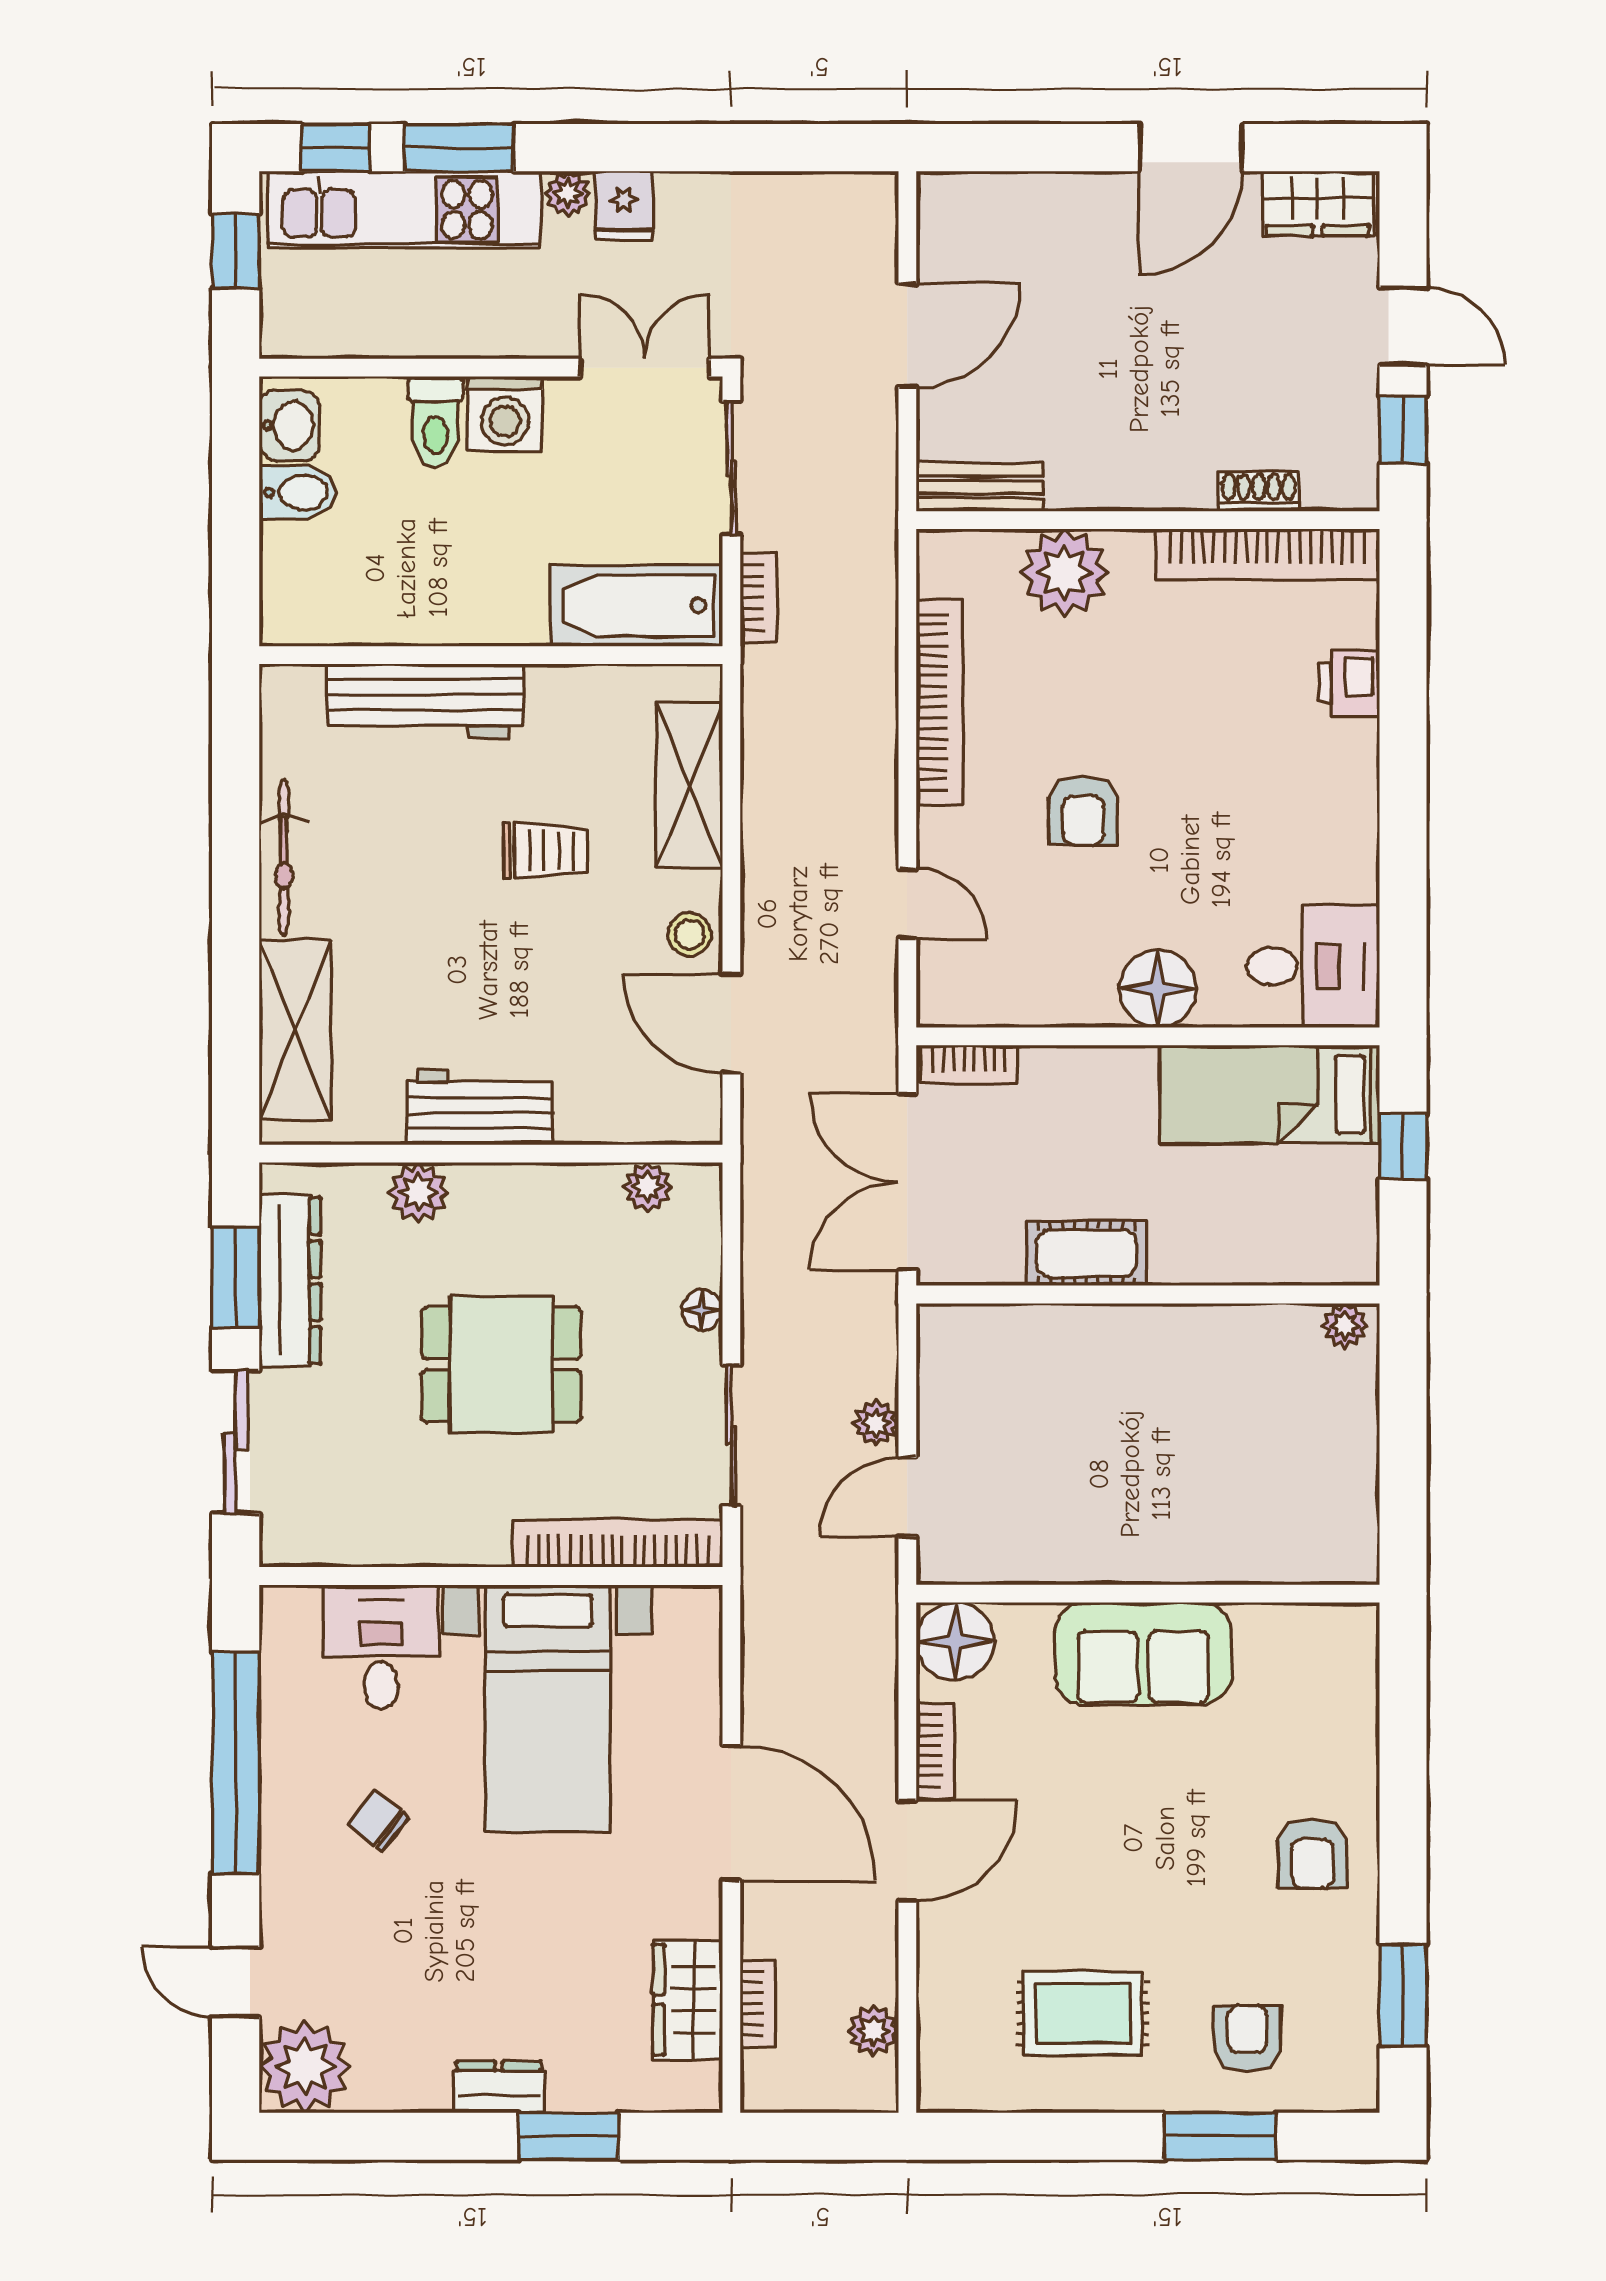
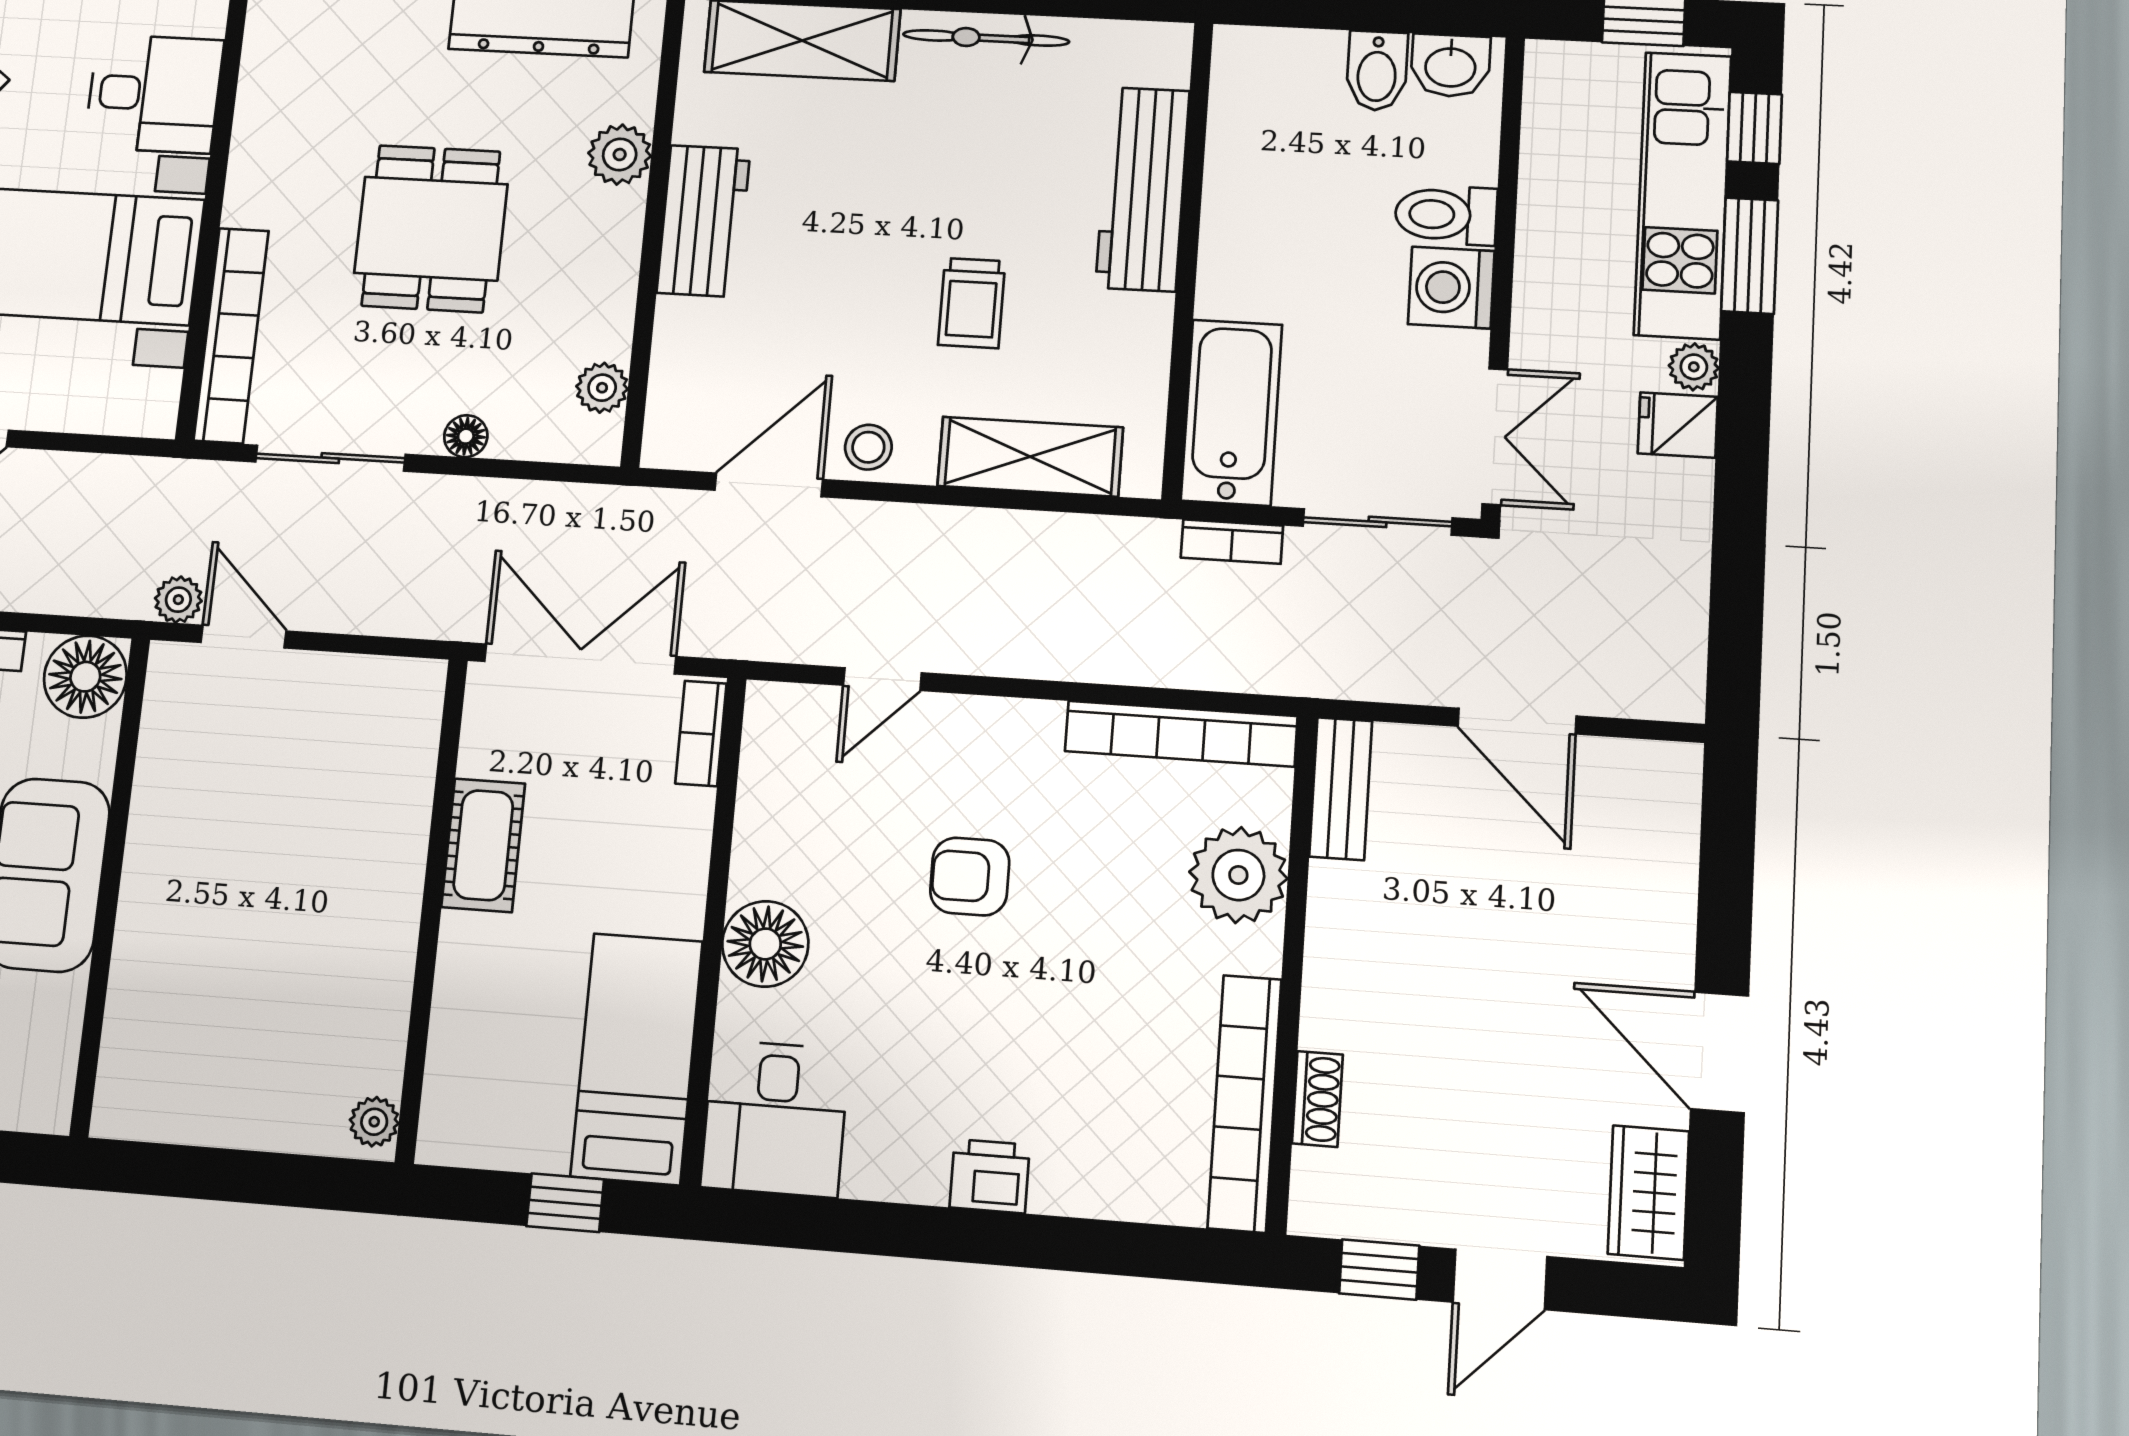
printer: (1349, 683) -> (990, 1176), moved
bookcase: (939, 702) -> (1181, 734), moved
plant: (876, 1423) -> (178, 600), moved

